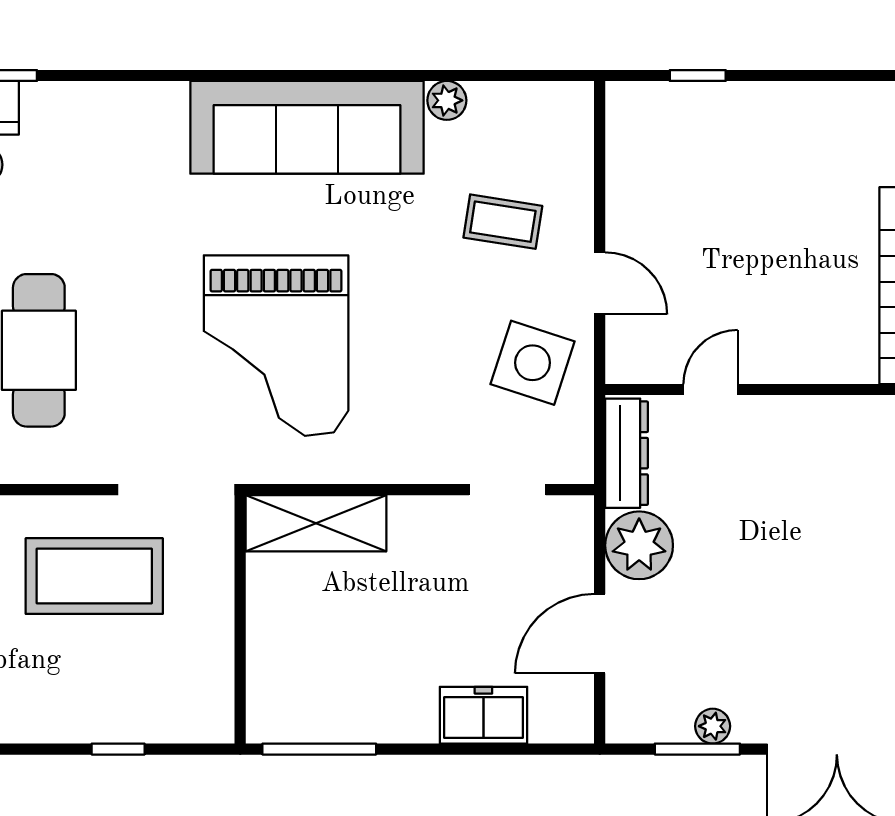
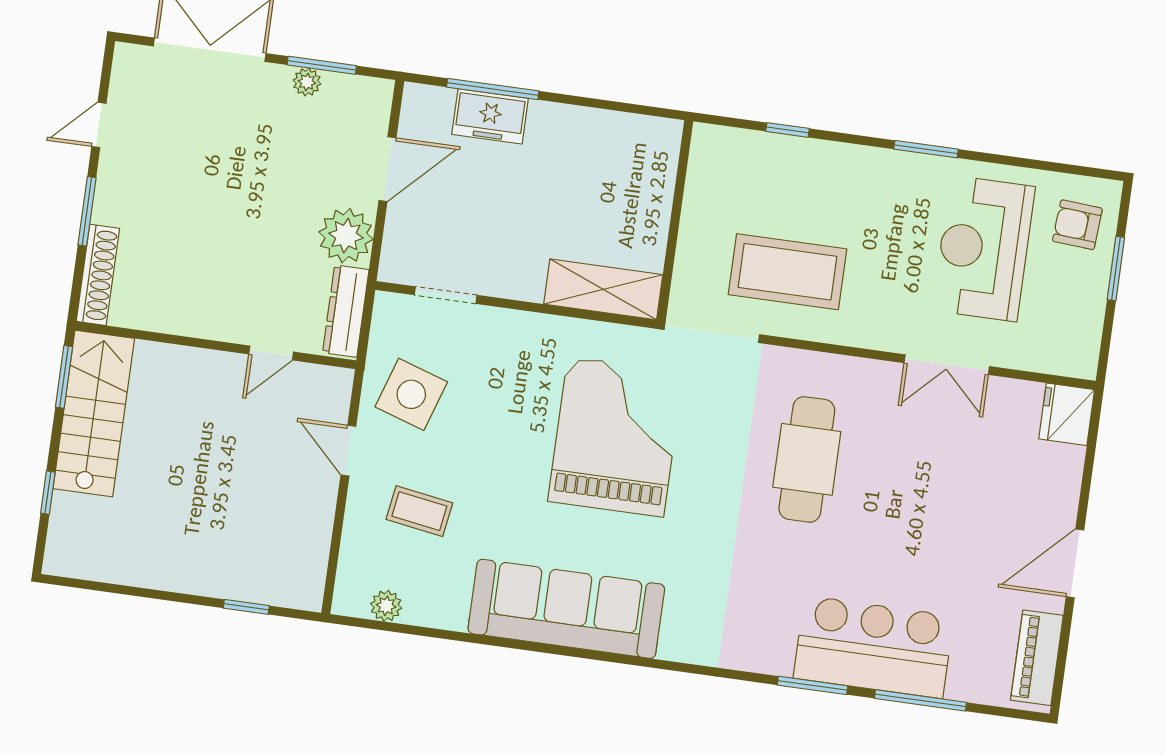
plant: (447, 100) -> (386, 606), moved
window: (319, 749) -> (493, 89), moved

